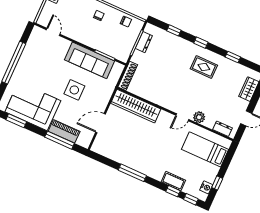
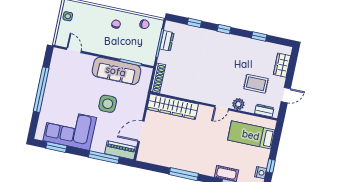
rug: (204, 67) -> (256, 84), moved
piano: (64, 131) -> (121, 150), moved

